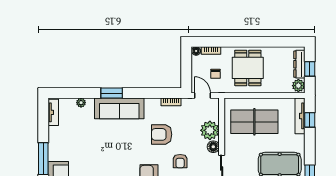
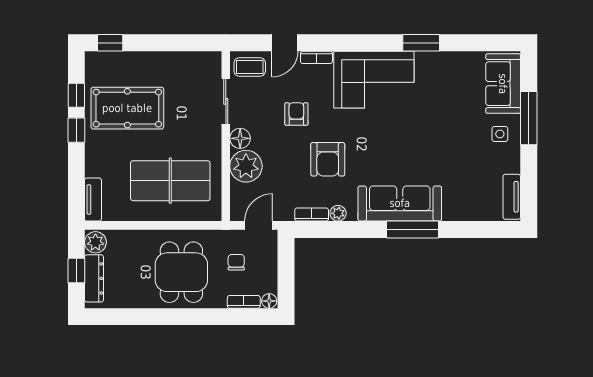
window: (112, 93) -> (413, 230), width x1.44
door: (202, 95) -> (259, 225), swing flipped
plant: (81, 103) -> (338, 213), moved
tv unit: (300, 116) -> (93, 200), width x0.71
window: (310, 120) -> (76, 130), moved
armchair: (162, 134) -> (328, 159), turned 90
side table: (60, 149) -> (500, 134), added

